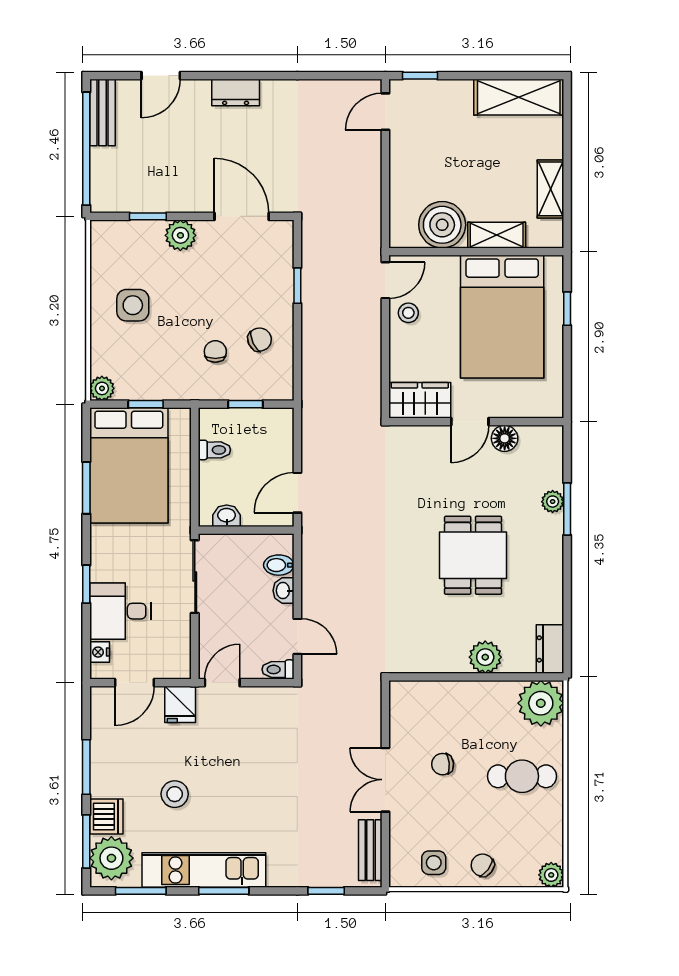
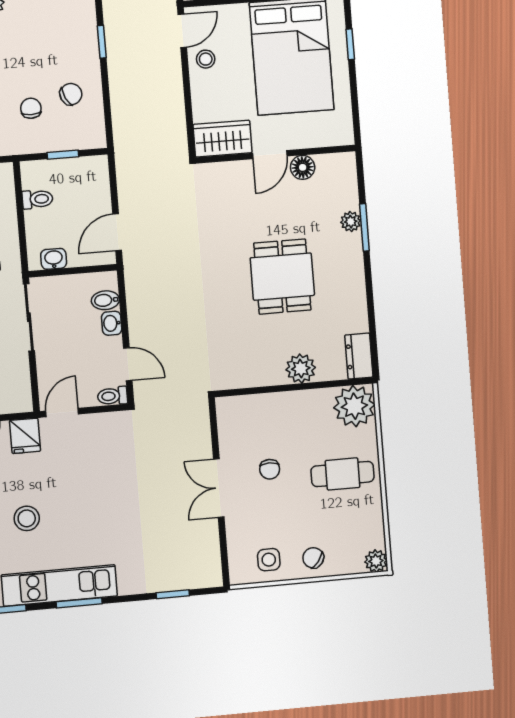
chair: (443, 764) -> (270, 469), turned -85
bench: (370, 850) -> (210, 553), removed

